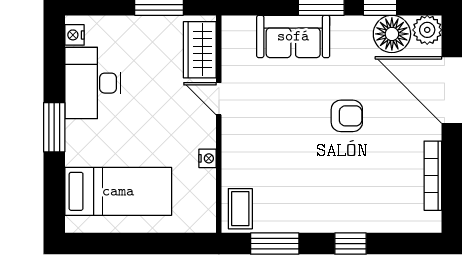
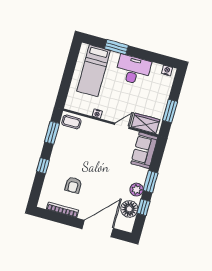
plant: (427, 30) -> (137, 190), moved
sofa: (293, 36) -> (144, 150), moved
desk: (93, 83) -> (133, 70), moved
armchair: (347, 116) -> (73, 185), moved
window: (54, 127) -> (116, 47), moved

